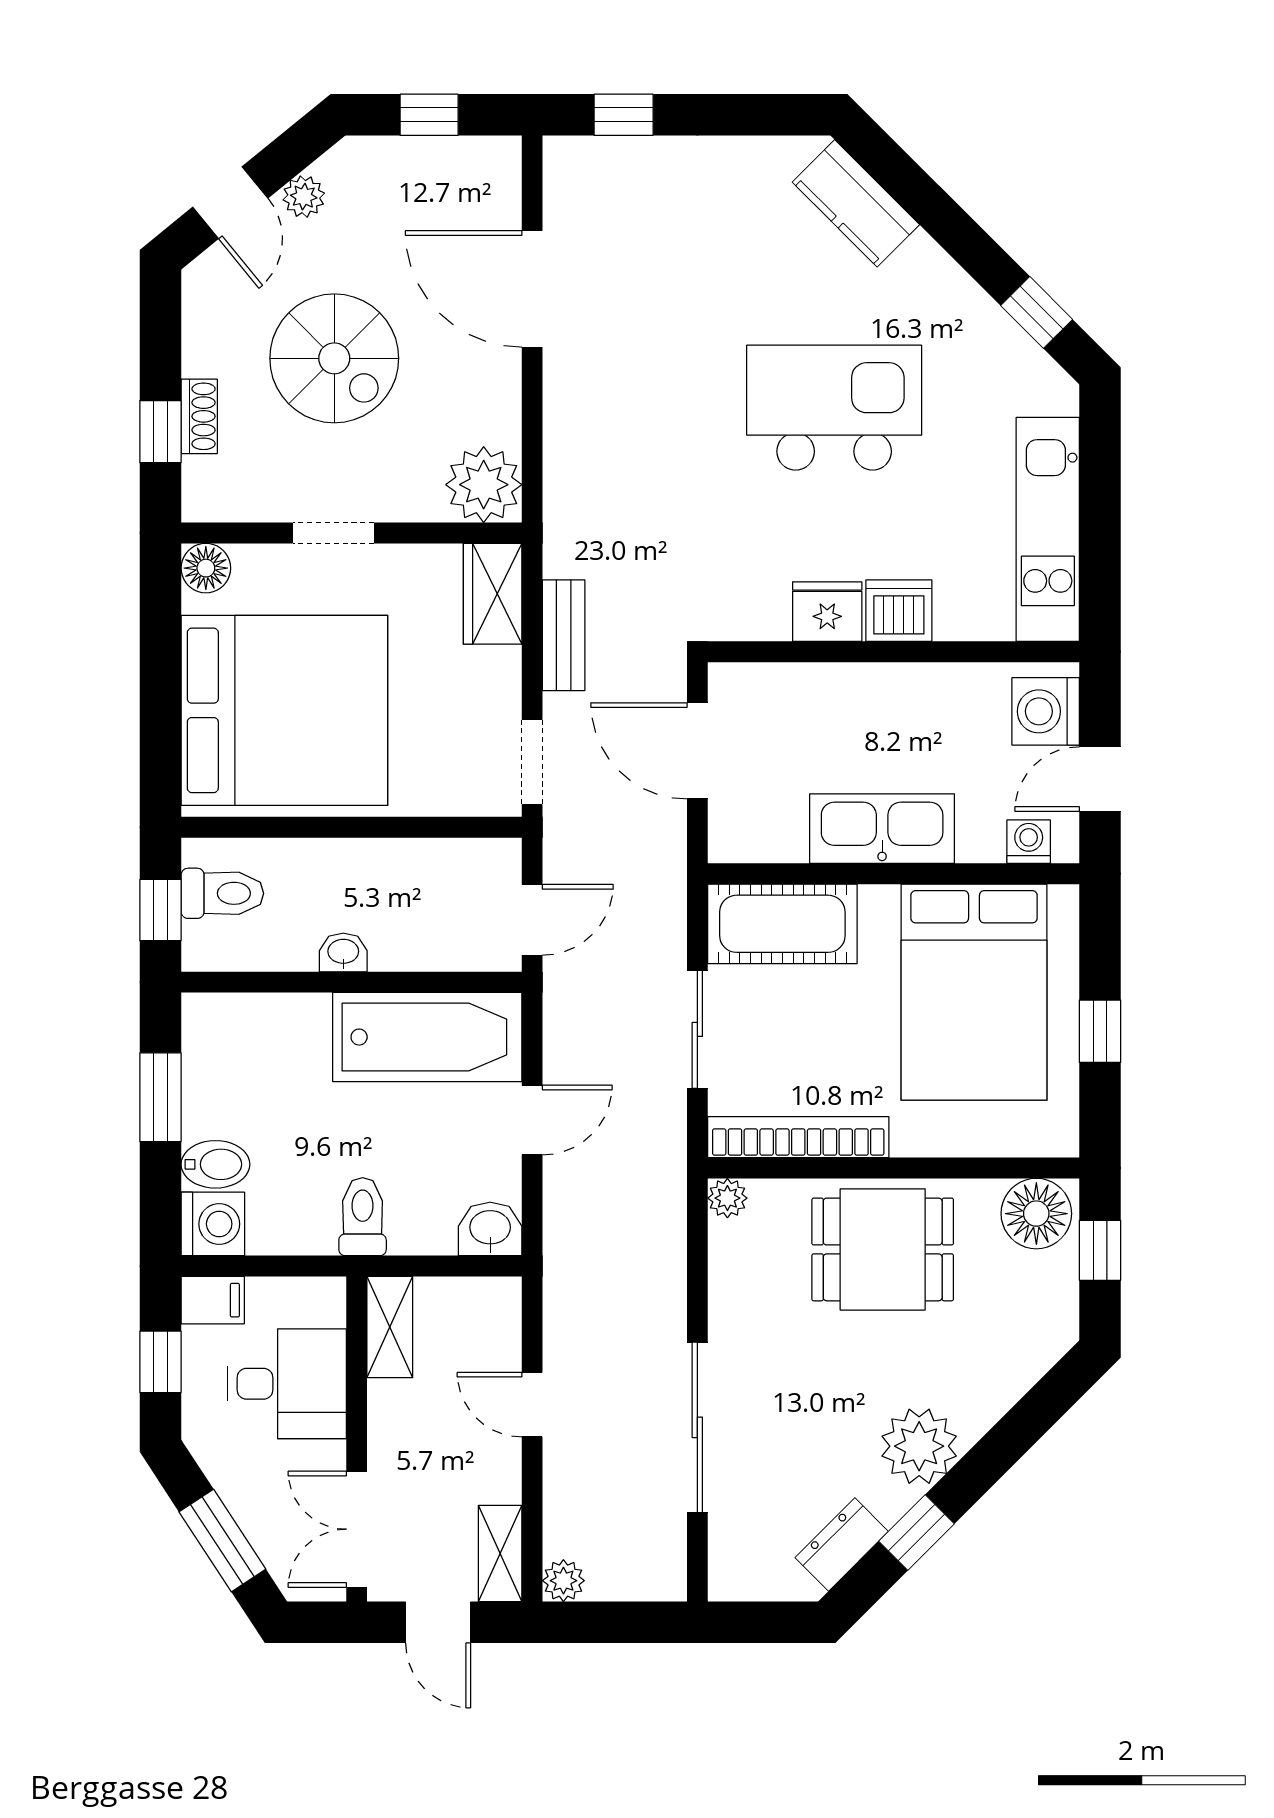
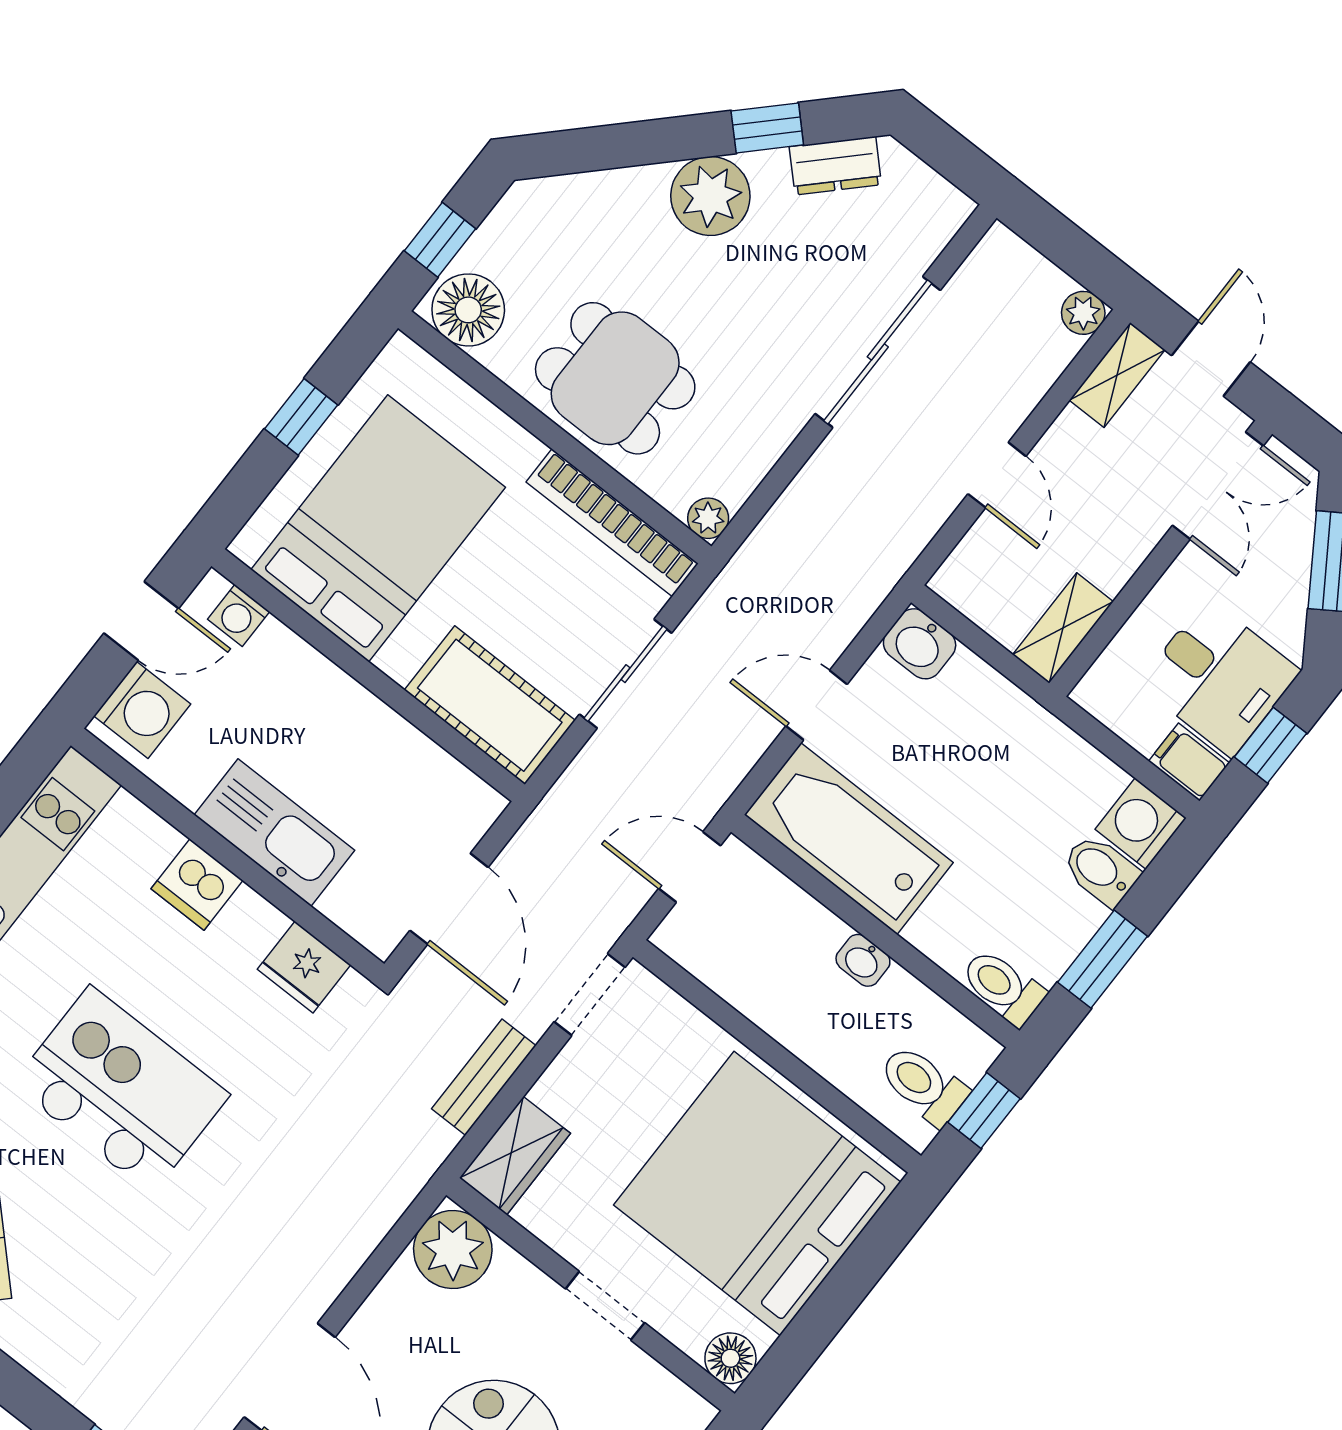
kitchen island: (834, 408) -> (121, 1090), turned 180
fridge: (827, 612) -> (304, 967), moved
kitchen sink: (882, 829) -> (274, 833), moved, turned 180
toilet: (363, 1217) -> (1003, 987), moved, turned 90
desk: (287, 1384) -> (1219, 678), moved, turned 180

